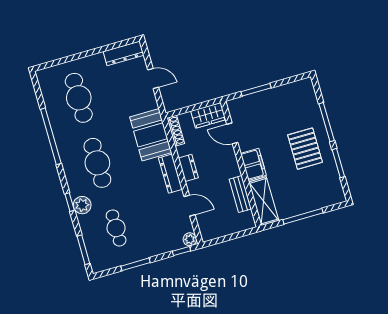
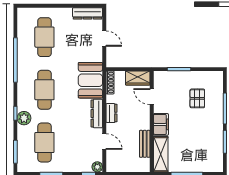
pallet: (305, 149) -> (197, 98), moved, width x0.67, depth x0.71
cafe table: (116, 228) -> (44, 142), width x1.37, depth x1.35

